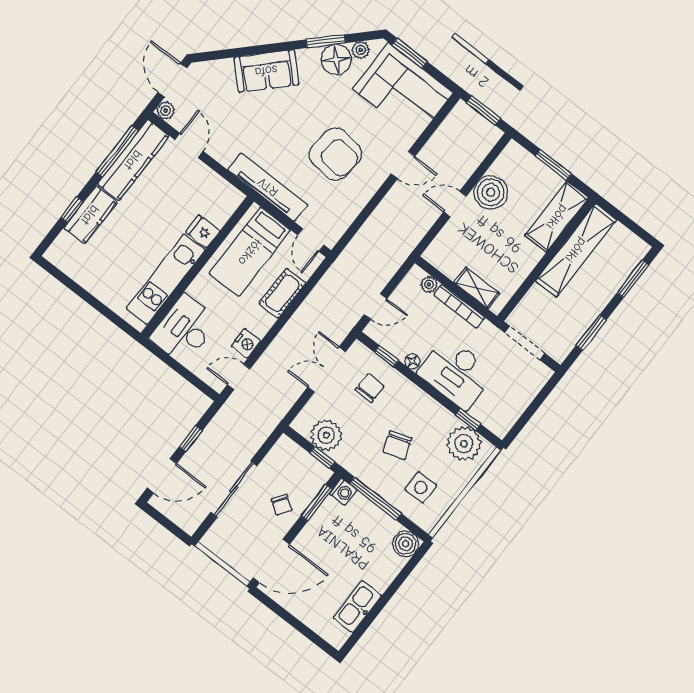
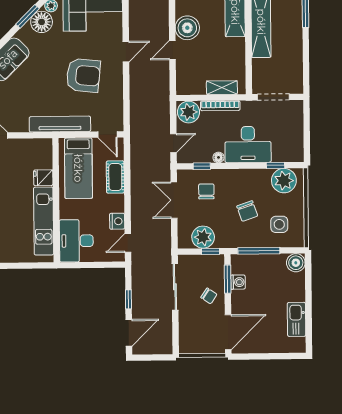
plant: (429, 284) -> (189, 112), width x1.87, depth x1.87
window: (591, 333) -> (306, 62), removed
sliding door: (234, 489) -> (175, 287), moved
washing machine: (343, 492) -> (238, 282), moved

